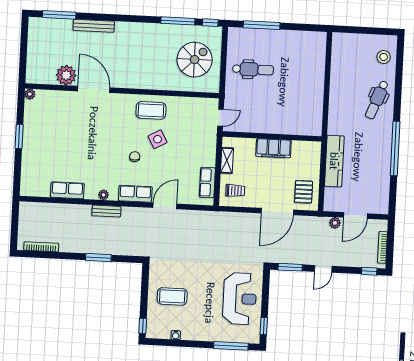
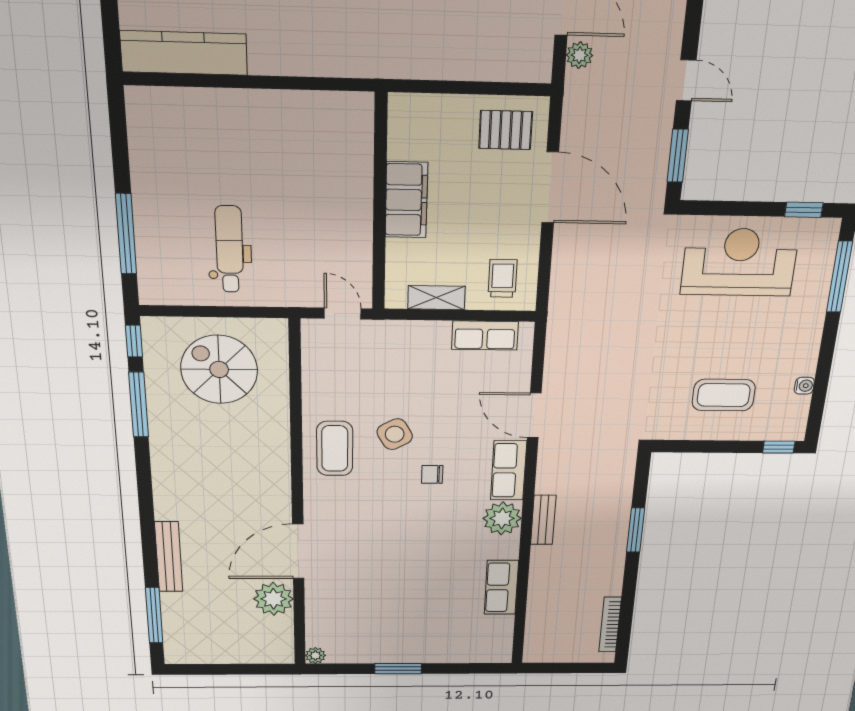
kitchen counter: (334, 161) -> (184, 53), moved
plant: (104, 195) -> (502, 518), width x1.88, depth x1.88
coffee table: (172, 296) -> (724, 395), turned 90

